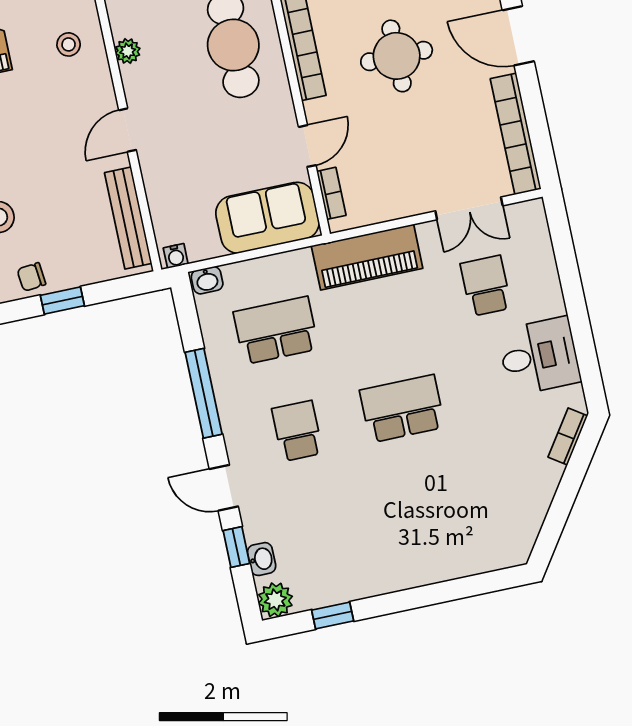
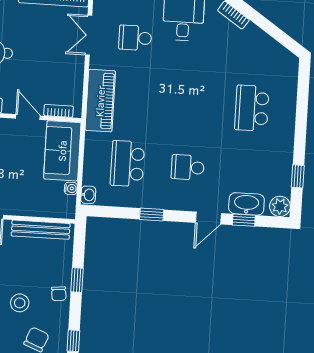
double door: (469, 208) -> (89, 35), swing flipped
water cooler: (176, 256) -> (71, 188), moved
window: (204, 393) -> (152, 214), width x0.46
school desk: (402, 409) -> (252, 108), moved
washbasin: (262, 559) -> (246, 204), width x1.91, depth x1.45

